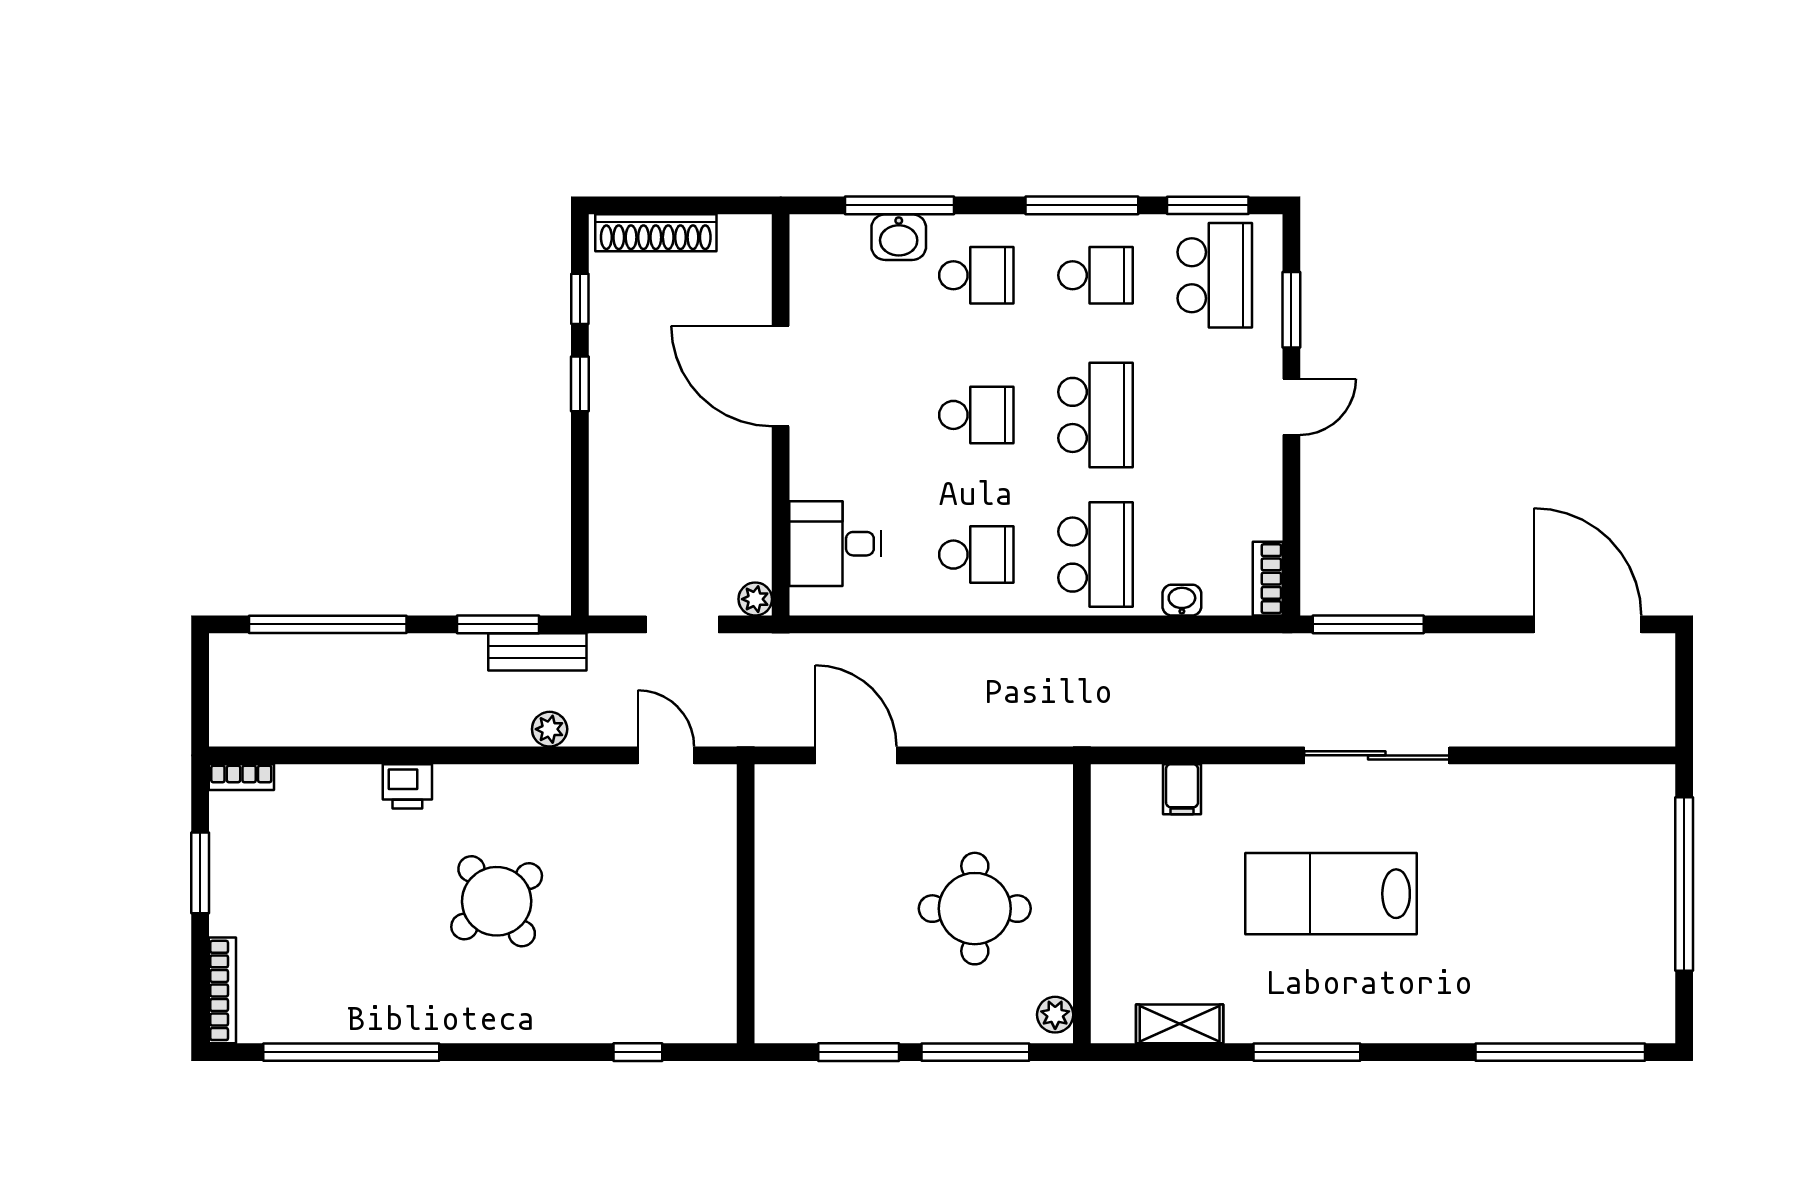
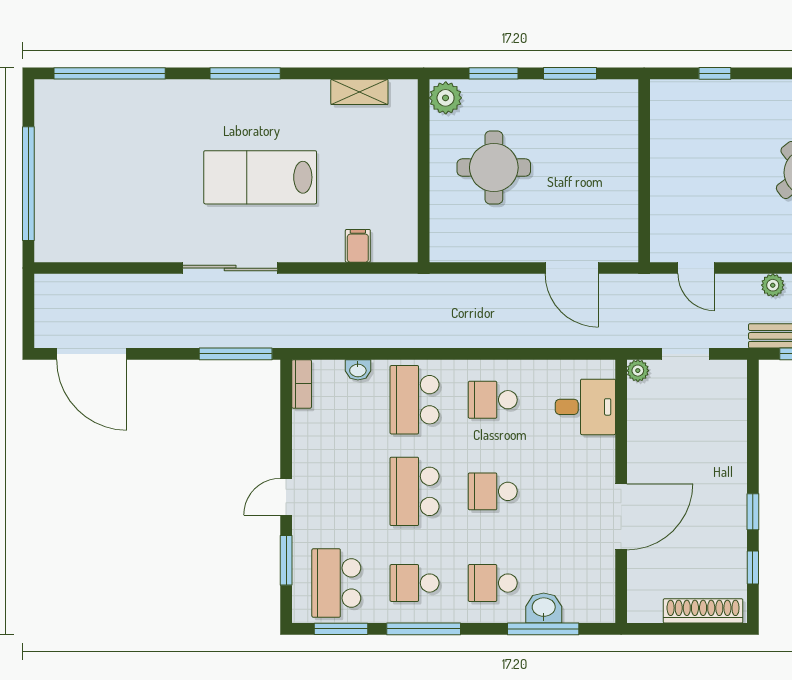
door: (781, 376) -> (621, 517), hinge flipped
lab bench: (1331, 894) -> (260, 177), turned 180
plant: (1055, 1015) -> (446, 98), width x1.38, depth x1.38
window: (975, 1052) -> (493, 73), width x0.69
window: (1307, 1052) -> (245, 73), moved

